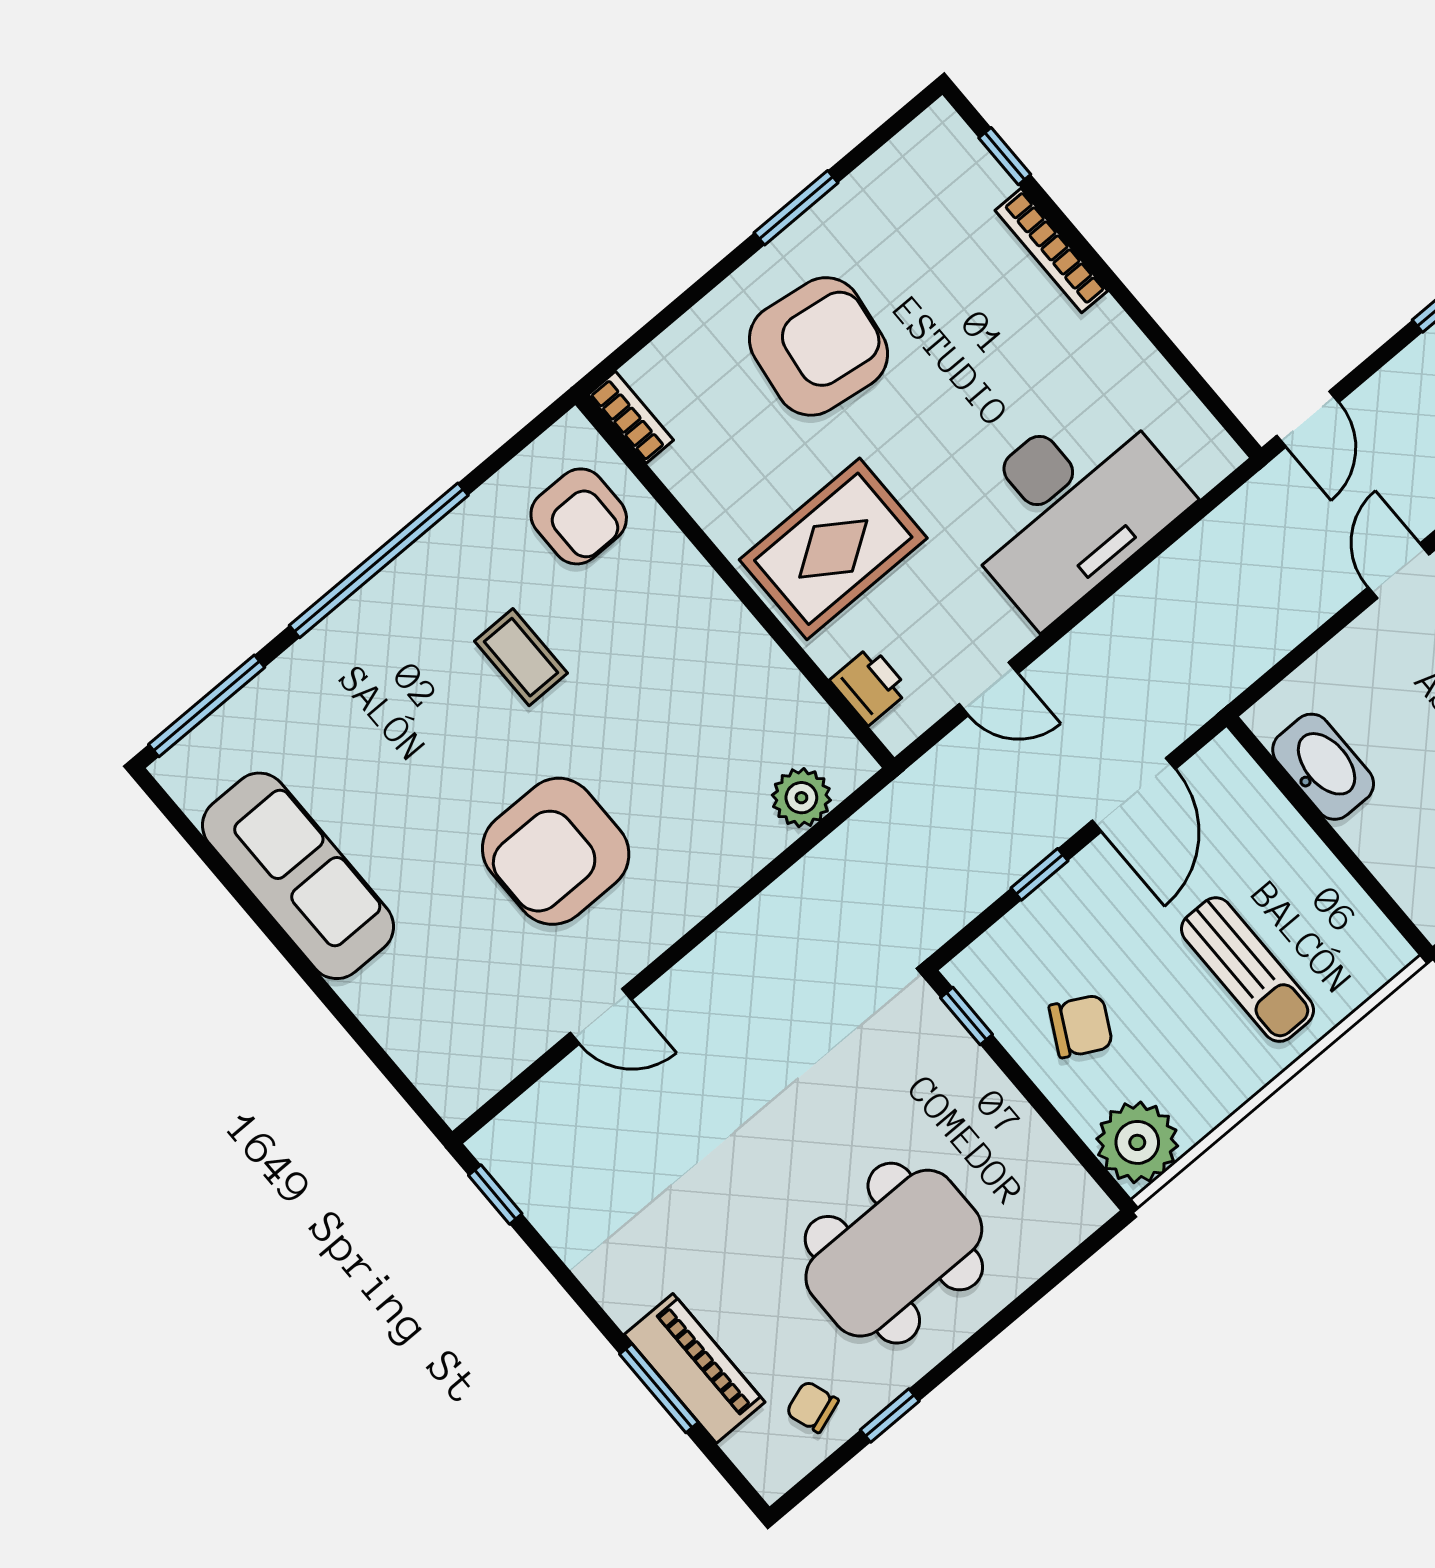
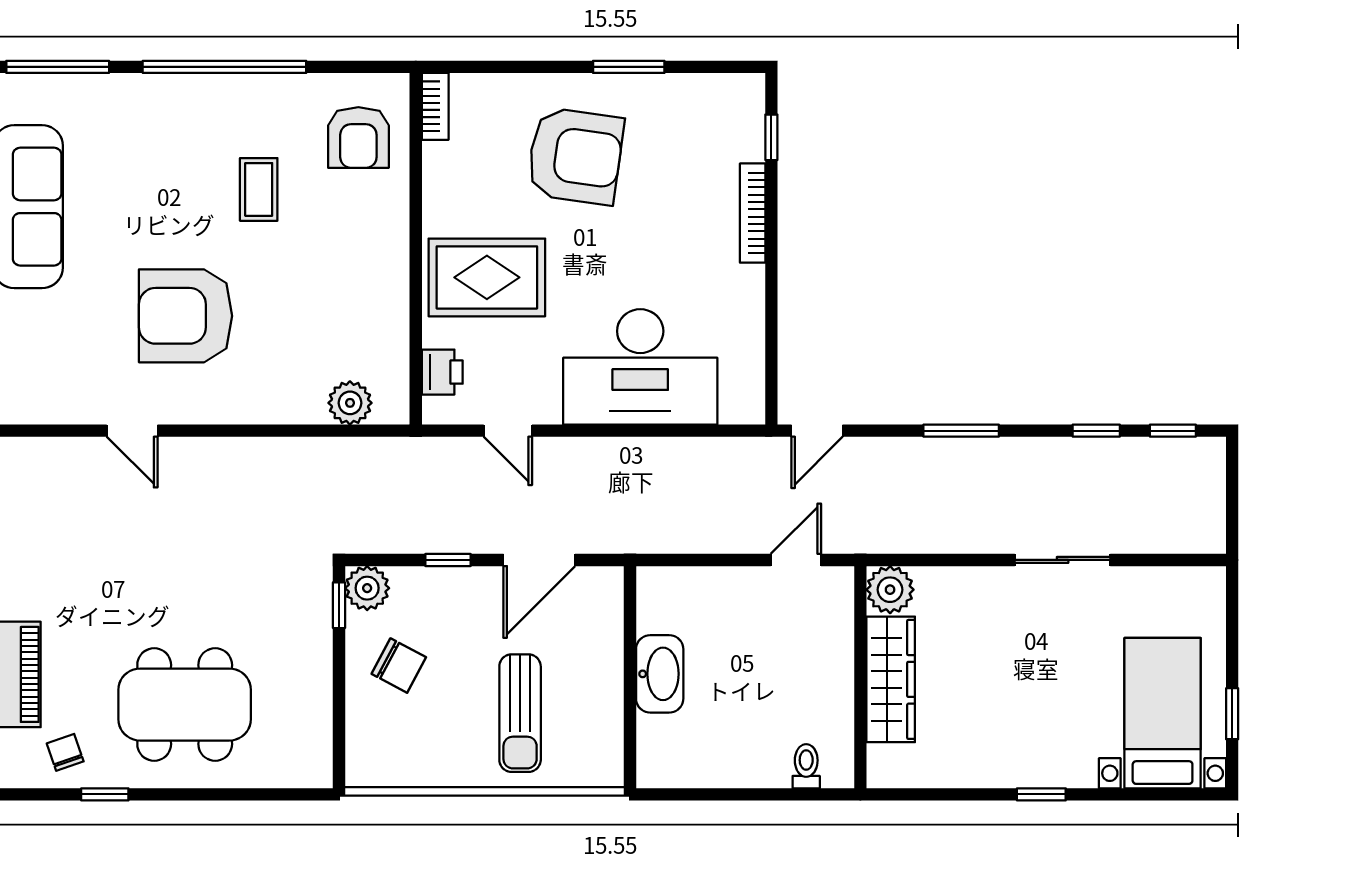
washbasin: (1323, 767) -> (660, 674), moved
plant: (1137, 1142) -> (367, 588), moved, width x0.73, depth x0.73

